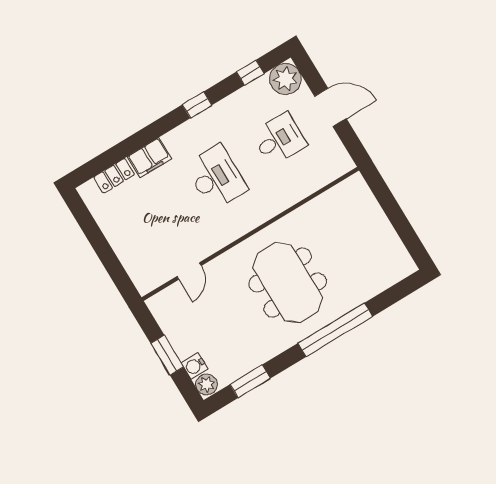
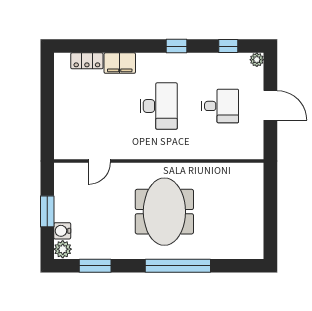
plant: (285, 79) -> (257, 60), width x0.53, depth x0.53

